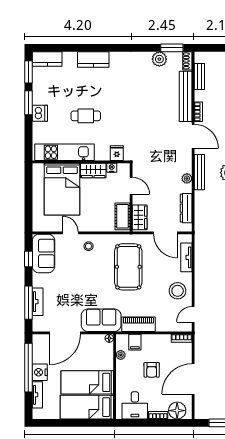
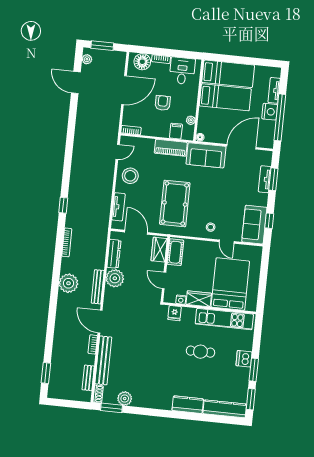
kitchen counter: (47, 59) -> (225, 409), width x1.50
plant: (187, 178) -> (115, 278), width x1.88, depth x1.88
window: (28, 303) -> (273, 179), width x0.69

